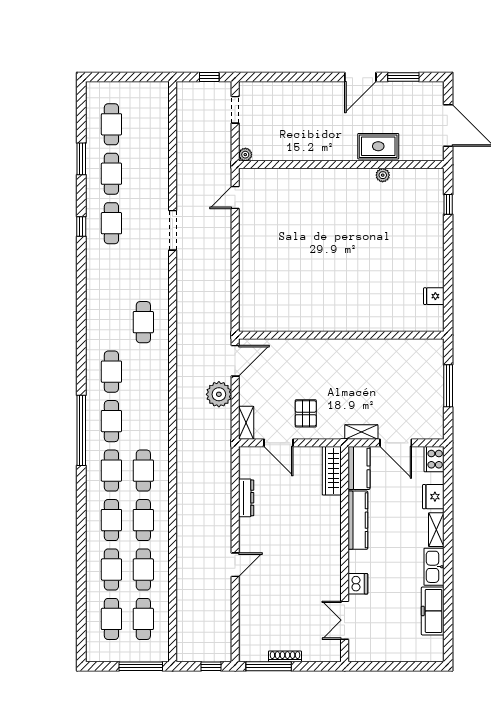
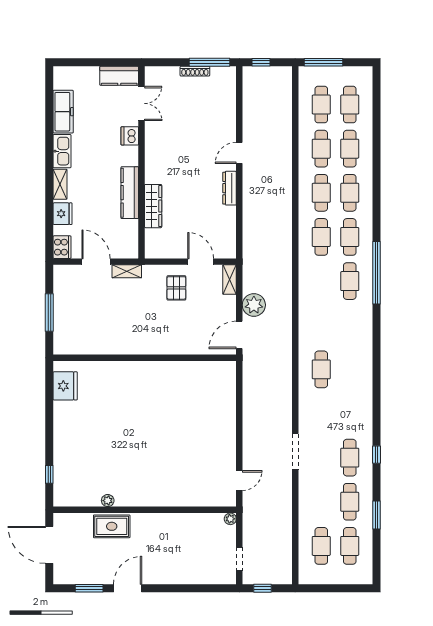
fridge: (434, 296) -> (65, 386), width x1.88, depth x1.34
cafe table: (111, 372) -> (321, 546), moved
kitchen counter: (359, 468) -> (119, 76), moved, turned -90
wardrobe: (332, 471) -> (153, 206), moved
dresser: (246, 498) -> (230, 188), moved

